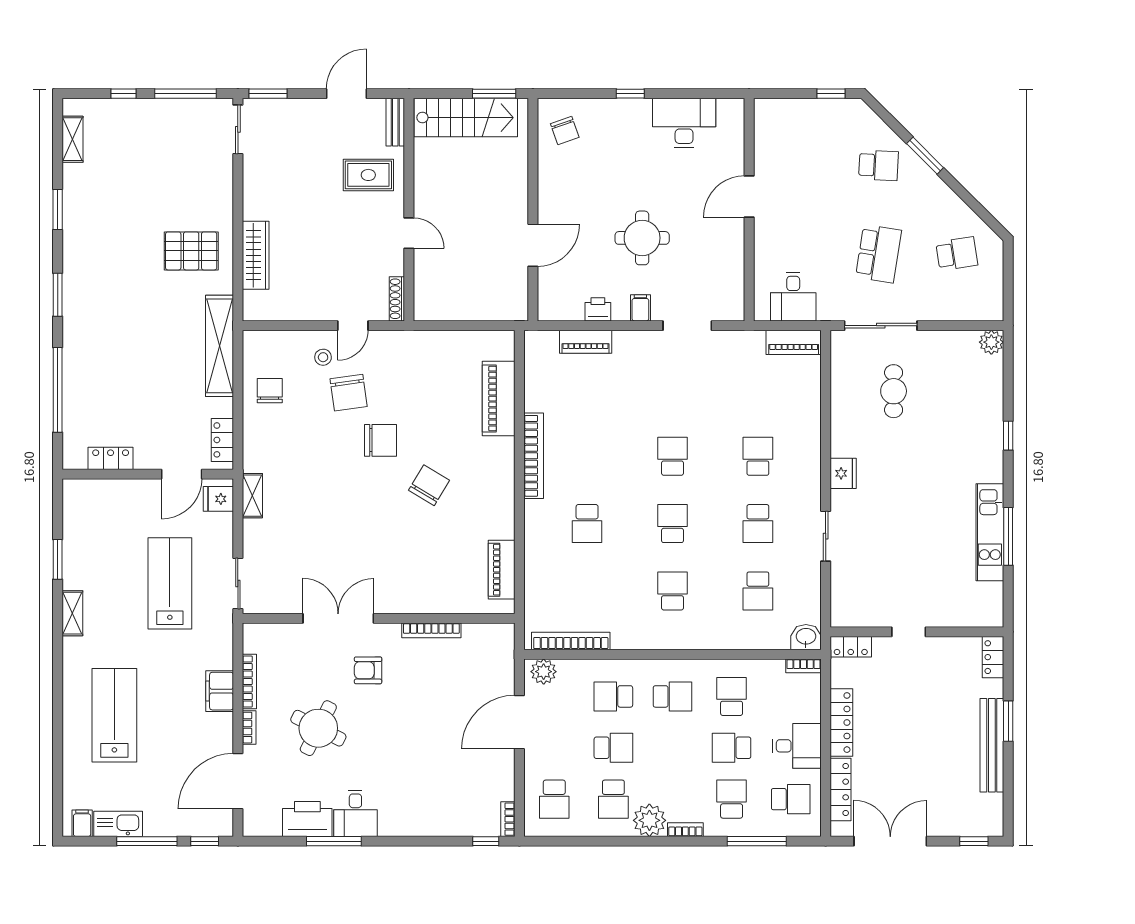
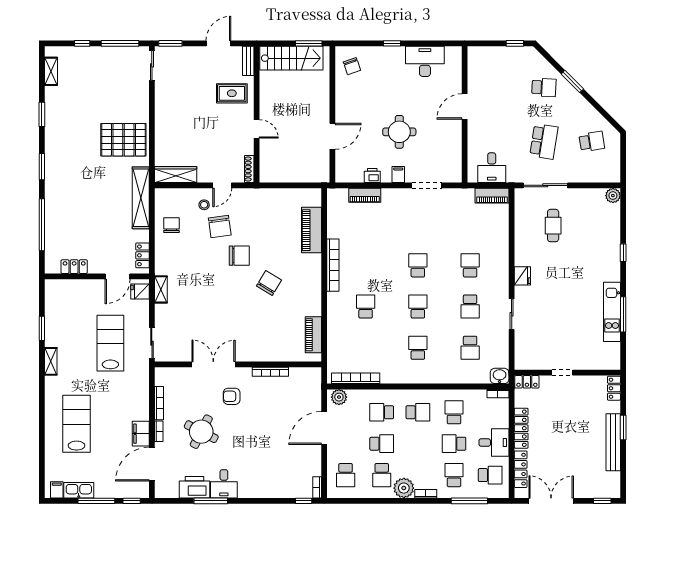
pallet: (191, 251) -> (123, 140), width x1.37, depth x1.41
wardrobe: (256, 255) -> (176, 175), moved, turned -90
school desk: (587, 524) -> (366, 307), turned 180
filing cabinet: (220, 691) -> (141, 434), moved

